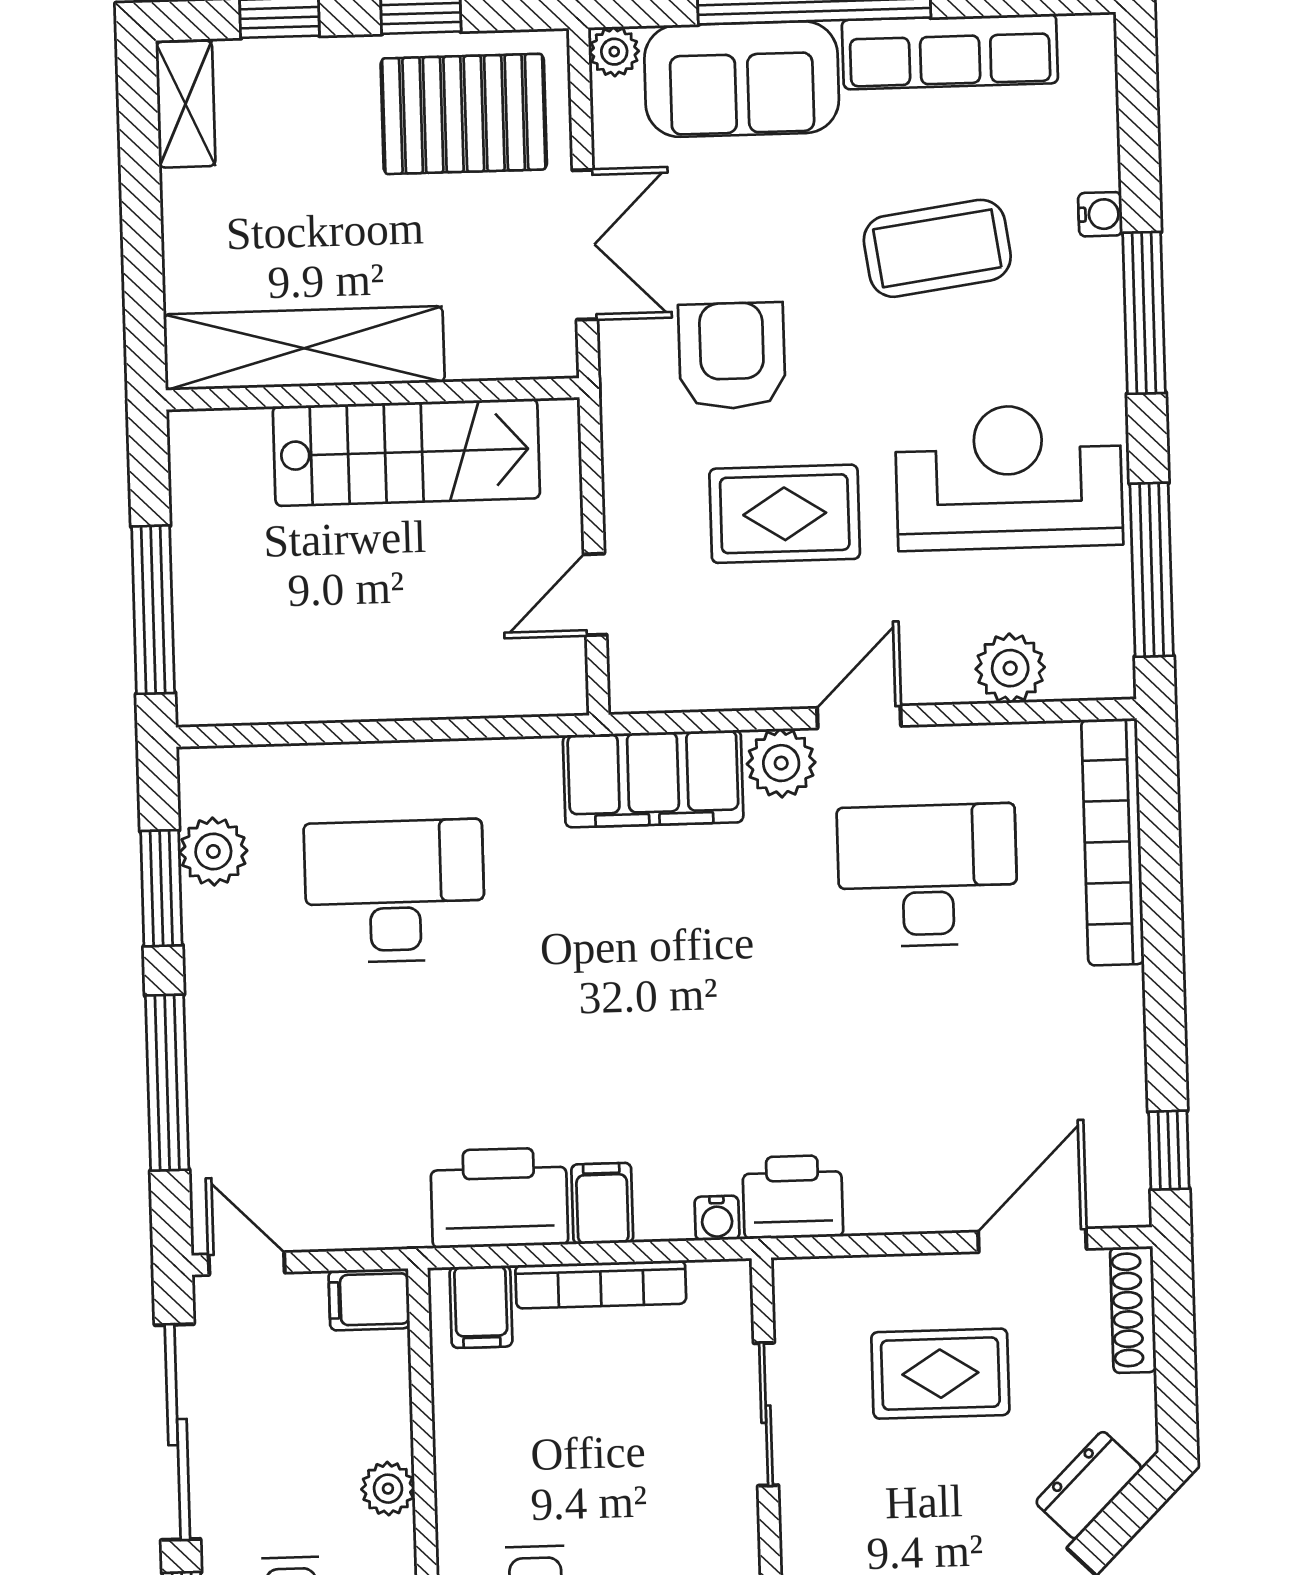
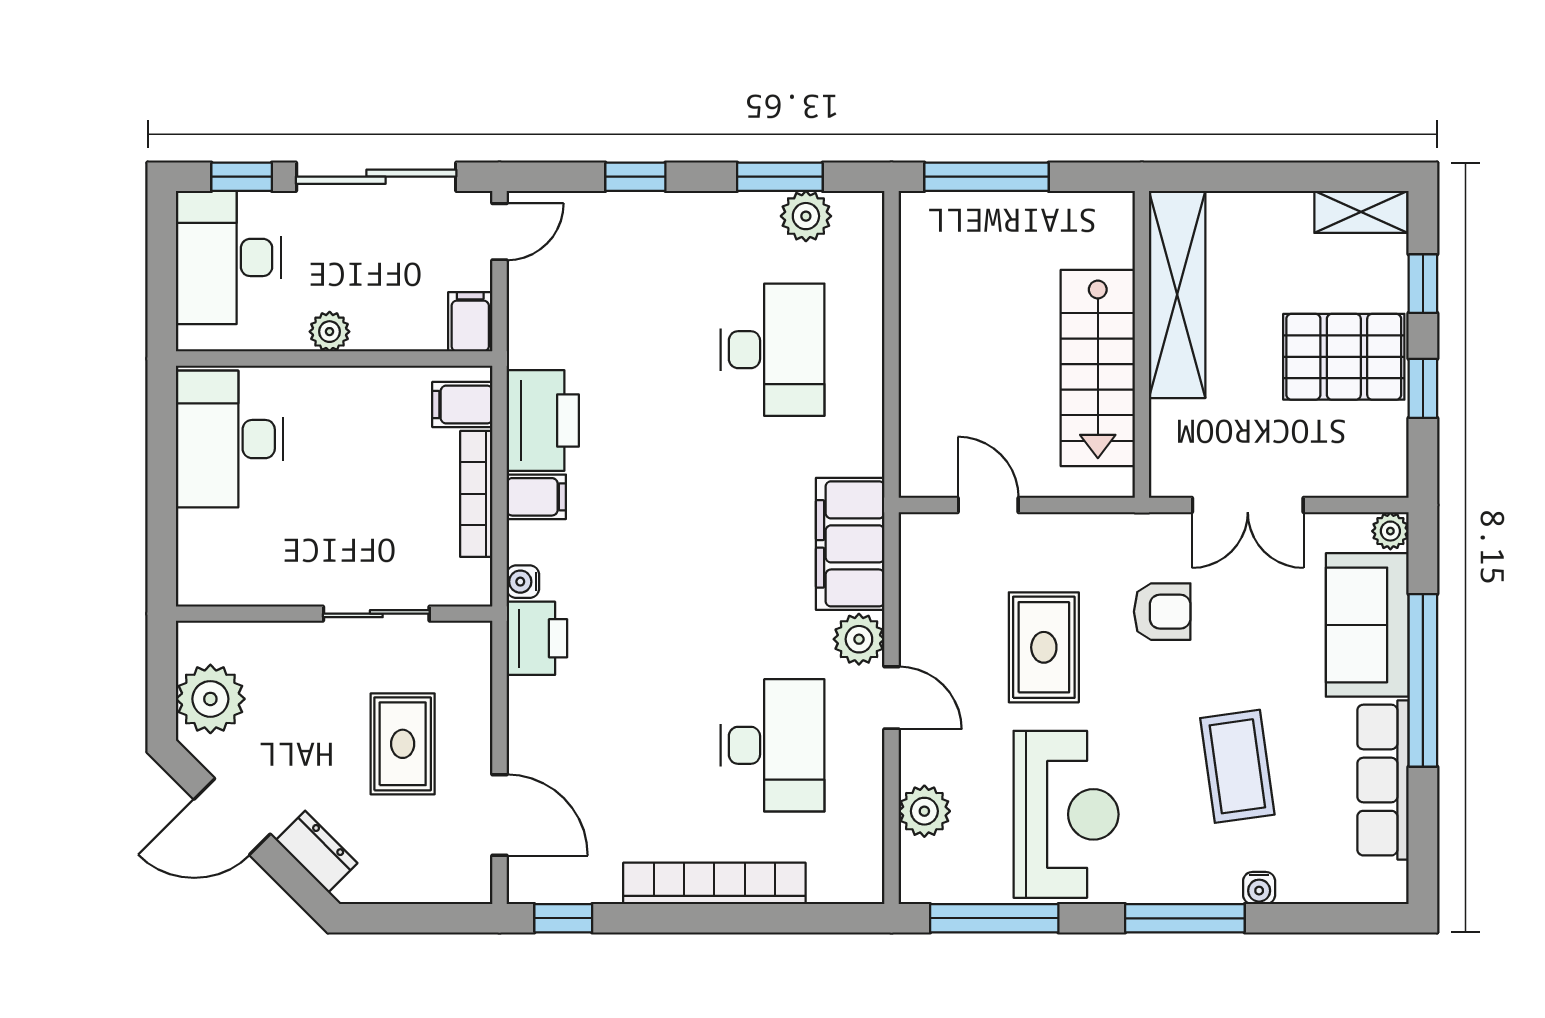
pallet: (464, 114) -> (1344, 357), moved, turned 90
armchair: (732, 356) -> (1162, 612), width x0.72, depth x0.72
bookcase: (1113, 842) -> (714, 883), moved
window: (167, 1083) -> (635, 177), width x0.46
shoe rack: (1133, 1310) -> (446, 888), removed

